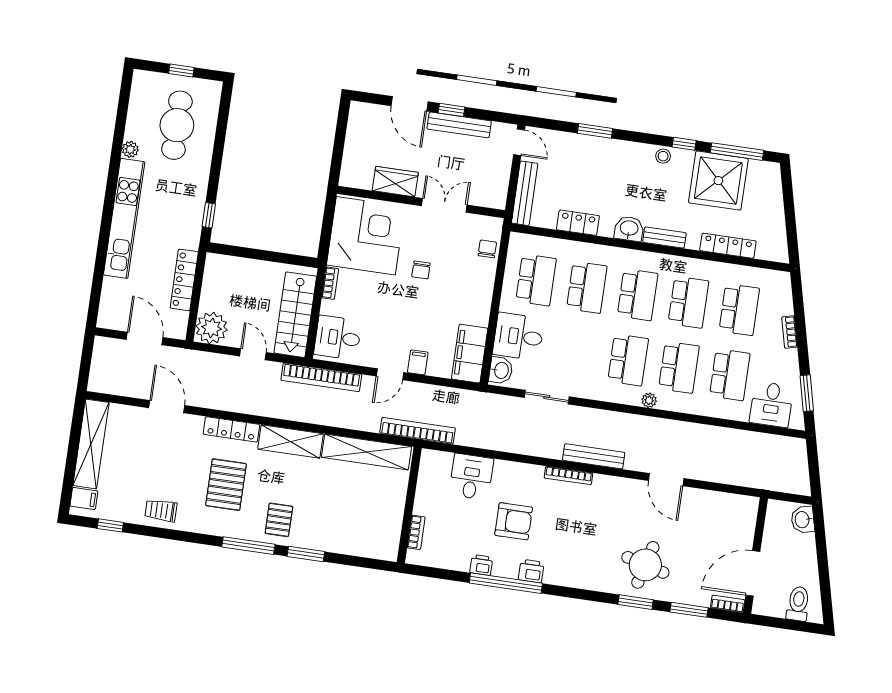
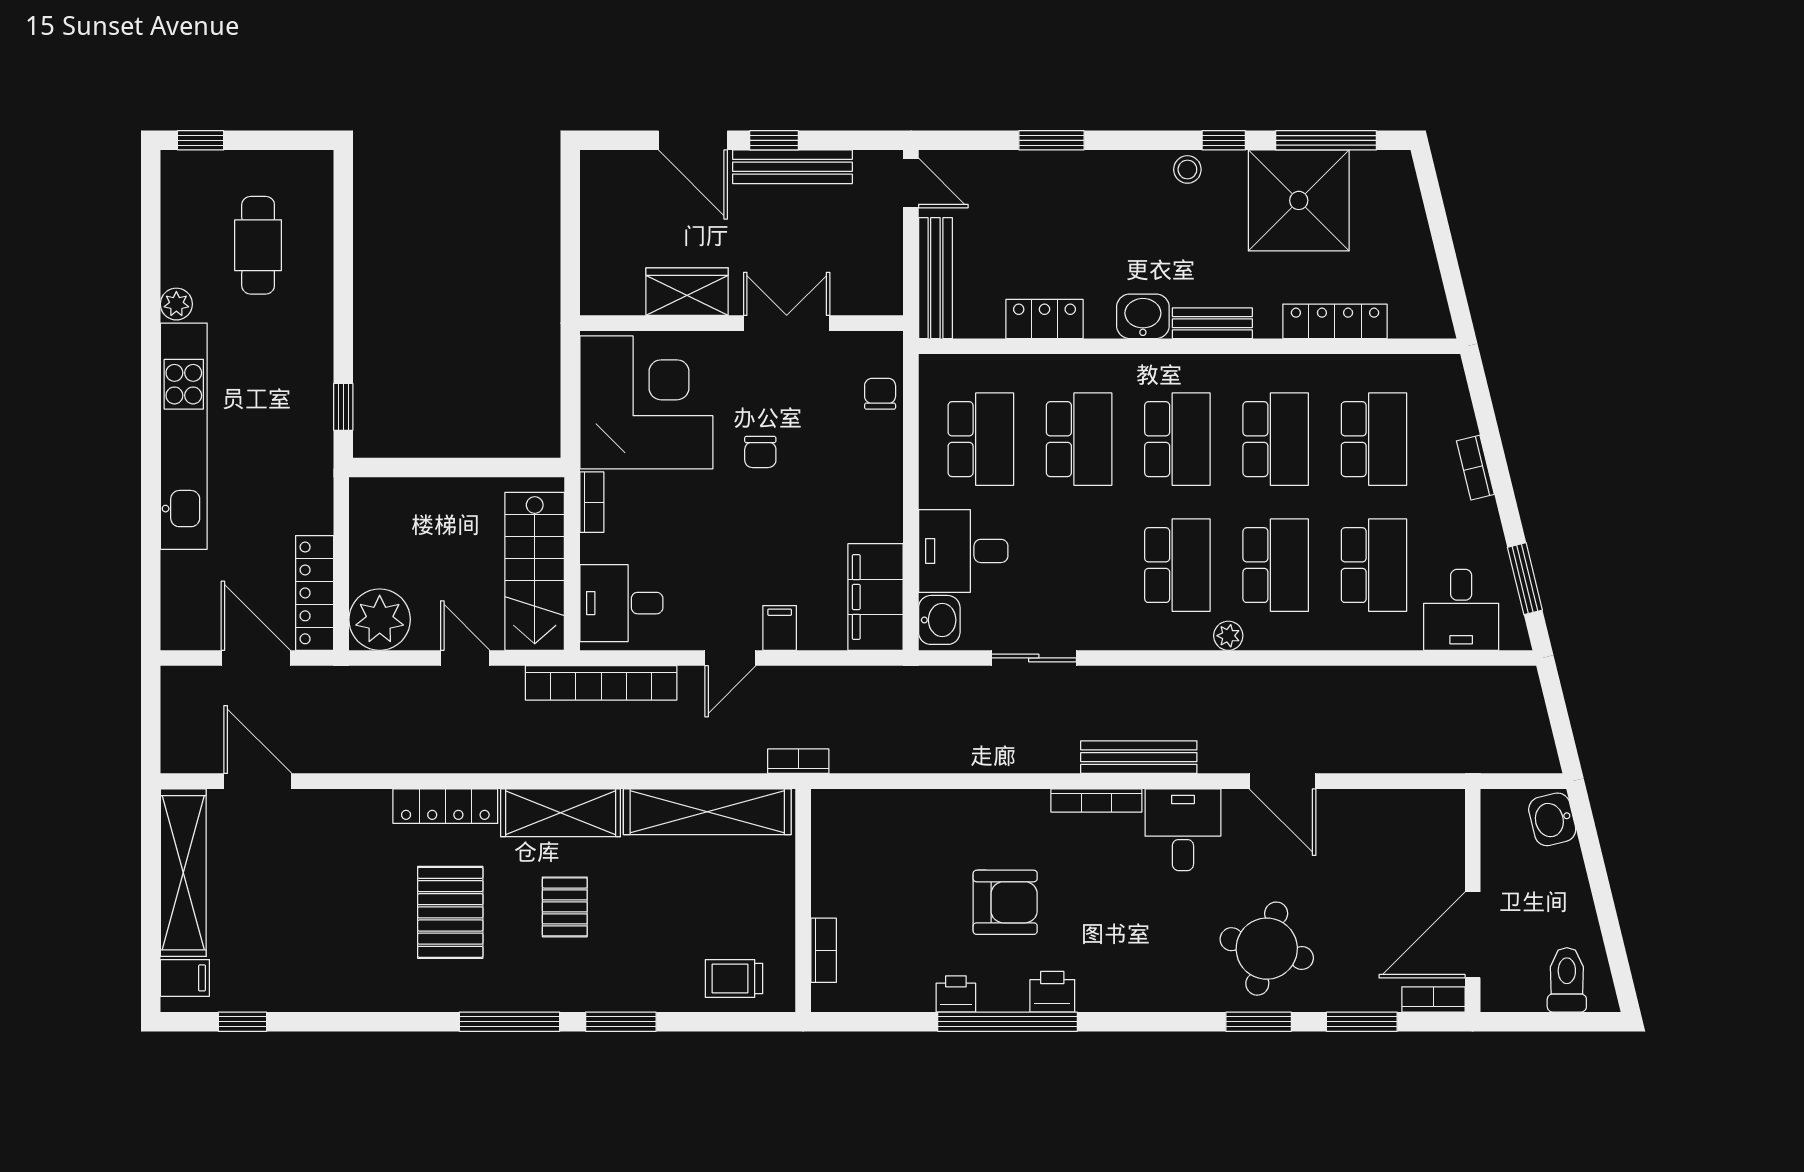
window: (181, 70) -> (201, 140), moved
cafe table: (177, 125) -> (258, 245), width x0.73, depth x0.74
locker: (184, 280) -> (315, 593), moved
door: (167, 407) -> (258, 781), moved
bookcase: (418, 431) -> (798, 761), width x0.43, depth x0.76
desk: (471, 477) -> (1183, 830), moved
trolley: (161, 510) -> (734, 979), moved
pallet: (279, 520) -> (565, 907), moved

